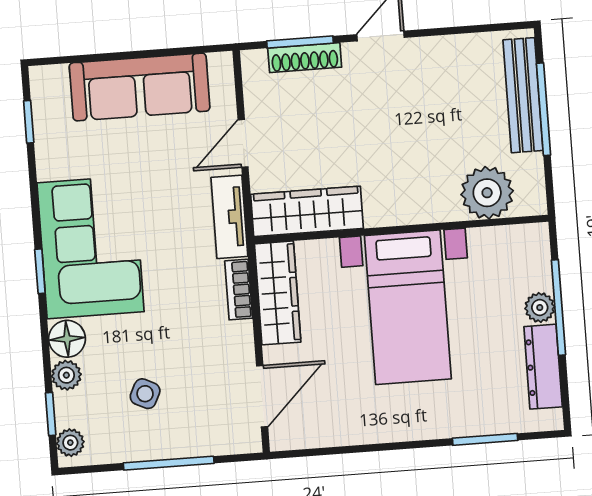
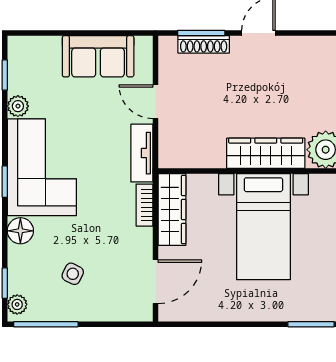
sofa: (140, 87) -> (98, 56), width x0.73
door: (243, 143) -> (155, 102), hinge flipped
wardrobe: (307, 211) -> (266, 153), moved
plant: (66, 375) -> (18, 106), moved
window: (169, 463) -> (46, 324), moved

